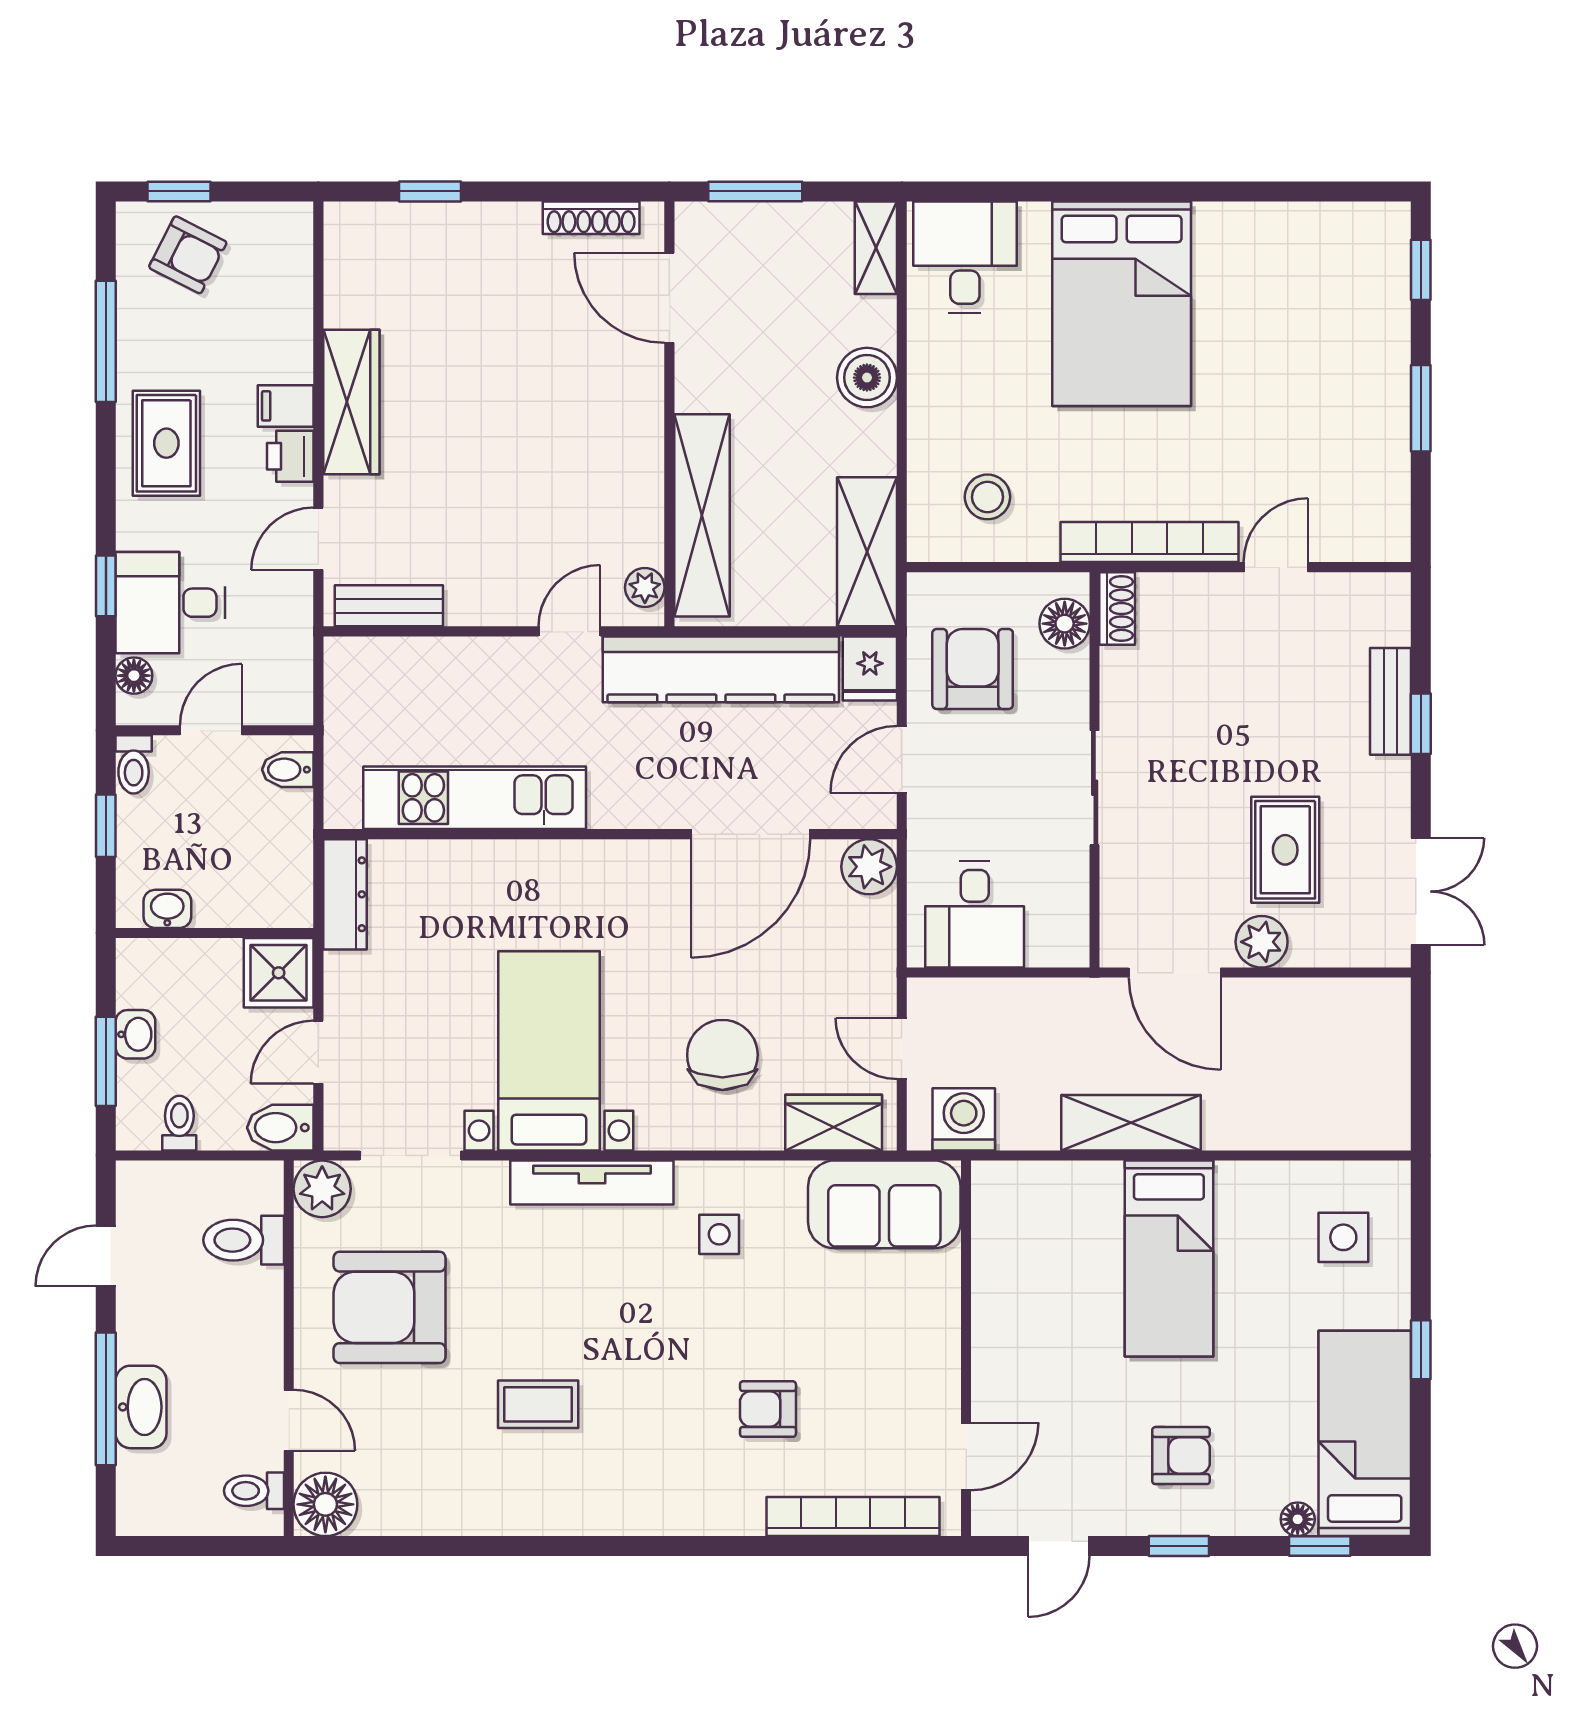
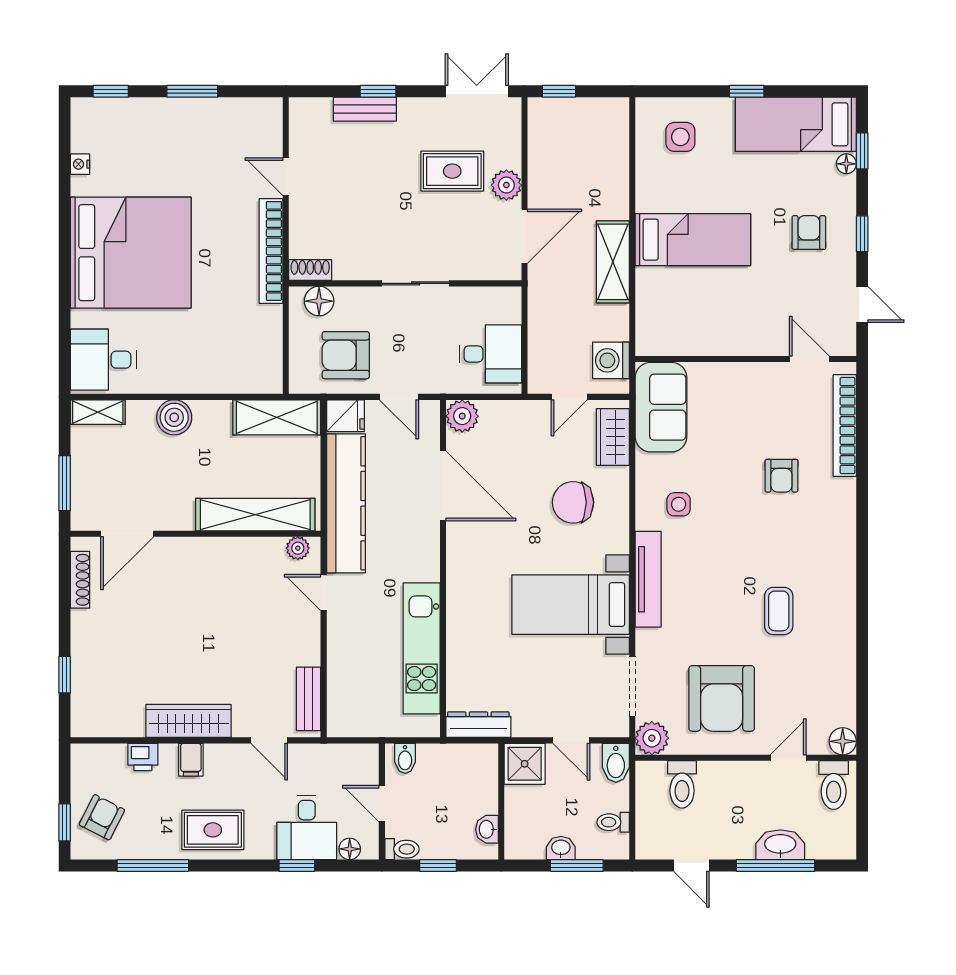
nightstand: (1297, 218) -> (80, 164), added
bed: (1122, 304) -> (131, 253), width x1.36
printer: (290, 456) -> (143, 757), moved
stool: (987, 497) -> (244, 346), removed
window: (1421, 1031) -> (559, 91), added
toilet: (254, 1491) -> (834, 785), width x1.37, depth x1.39
floor lamp: (325, 1504) -> (843, 741), width x0.73, depth x0.73

